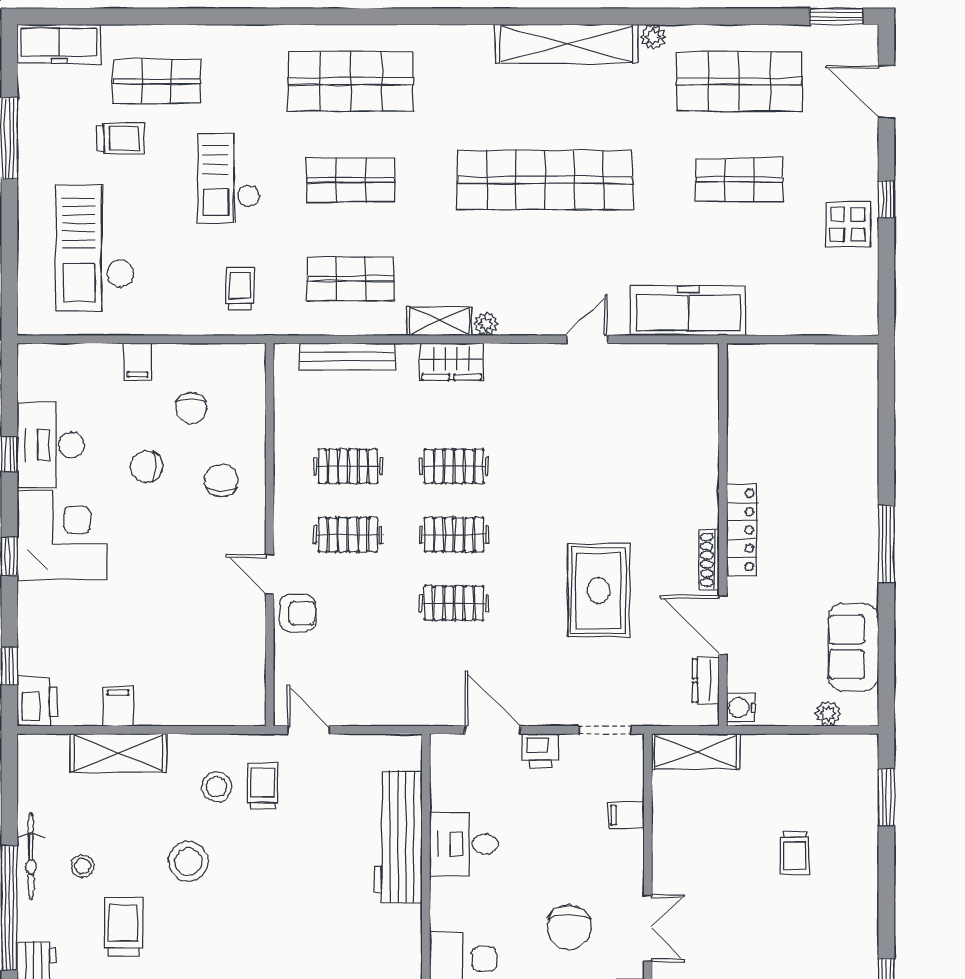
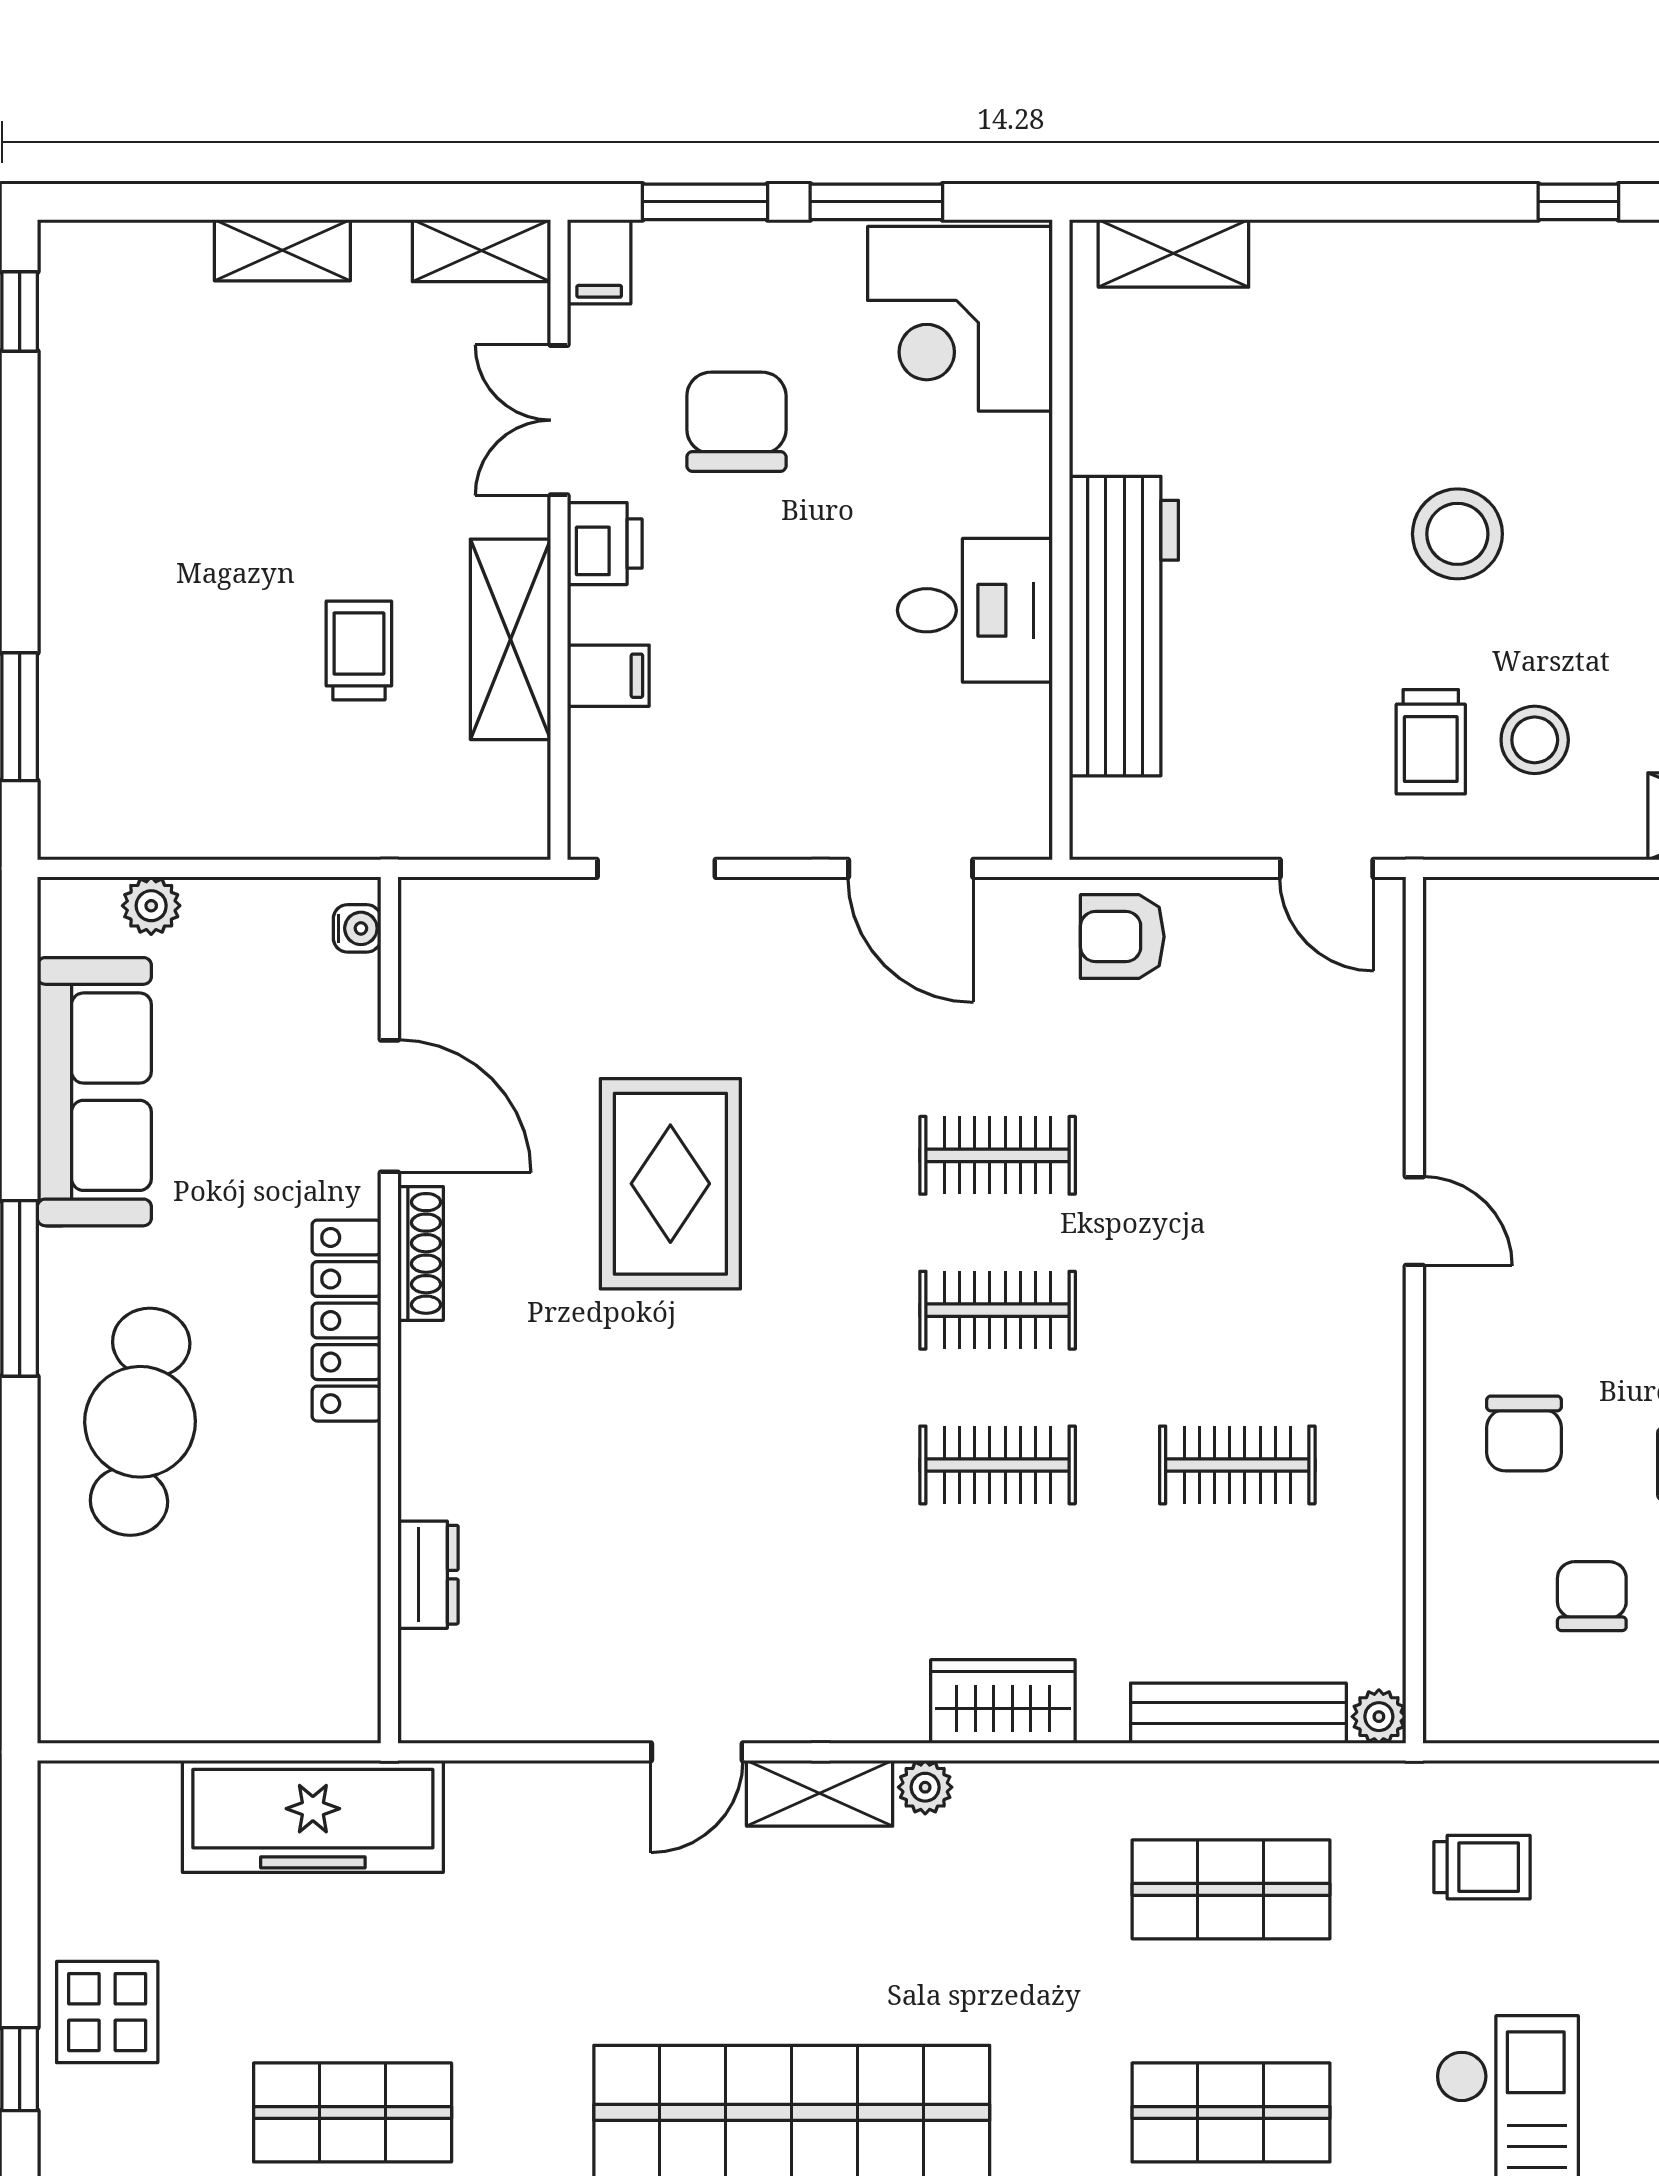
trolley: (240, 288) -> (1482, 1867), turned -90
freezer: (688, 311) -> (313, 1816), moved
shelving: (439, 321) -> (820, 1793), moved
plant: (285, 355) -> (1379, 1717), added
cafe table: (833, 485) -> (140, 1422), added
clothes rail: (348, 535) -> (1237, 1310), removed
armchair: (298, 613) -> (1122, 937), moved
sofa: (853, 647) -> (94, 1092), width x1.36
dresser: (706, 681) -> (428, 1575), moved
water cooler: (741, 707) -> (357, 928), width x0.72, depth x0.72
printer: (540, 750) -> (605, 544), moved, turned 90
shelving: (696, 751) -> (510, 639), moved, turned 90
trolley: (795, 853) -> (359, 650), moved
stool: (188, 862) -> (1457, 534), moved

